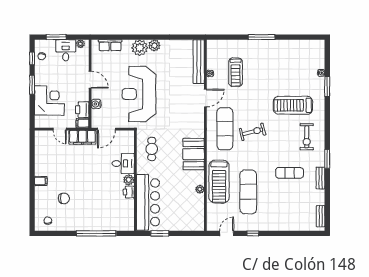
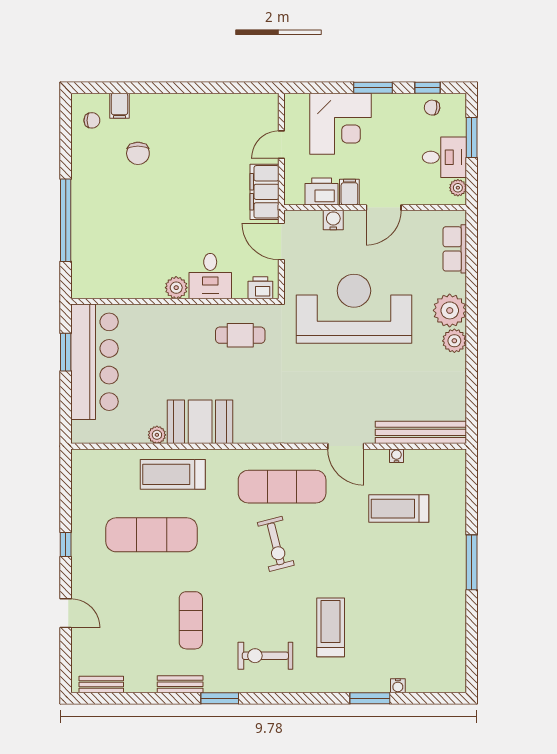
treadmill: (293, 105) -> (331, 627), width x0.73, depth x0.73
filing cabinet: (83, 123) -> (349, 192), moved
booth: (194, 154) -> (200, 422), moved
filing cabinet: (41, 181) -> (119, 106), moved
treadmill: (219, 182) -> (173, 474), width x0.73, depth x0.73
printer: (129, 192) -> (260, 288), moved
bar counter: (148, 202) -> (94, 362), moved, turned -90
door: (227, 233) -> (66, 613), moved

